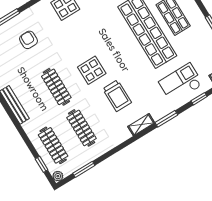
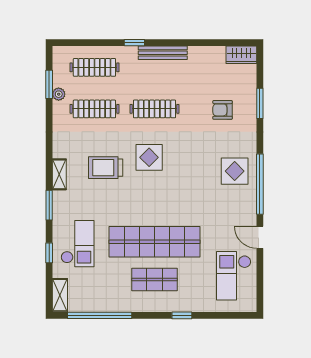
armchair: (28, 40) -> (223, 110), turned 180
window: (42, 164) -> (134, 43), moved
plant: (58, 176) -> (59, 94), moved

